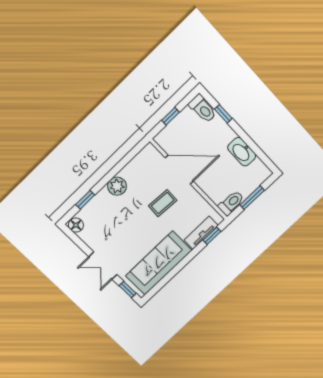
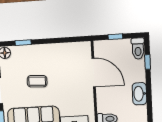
plant: (117, 186) -> (49, 51), removed
coffee table: (163, 203) -> (37, 81), moved

